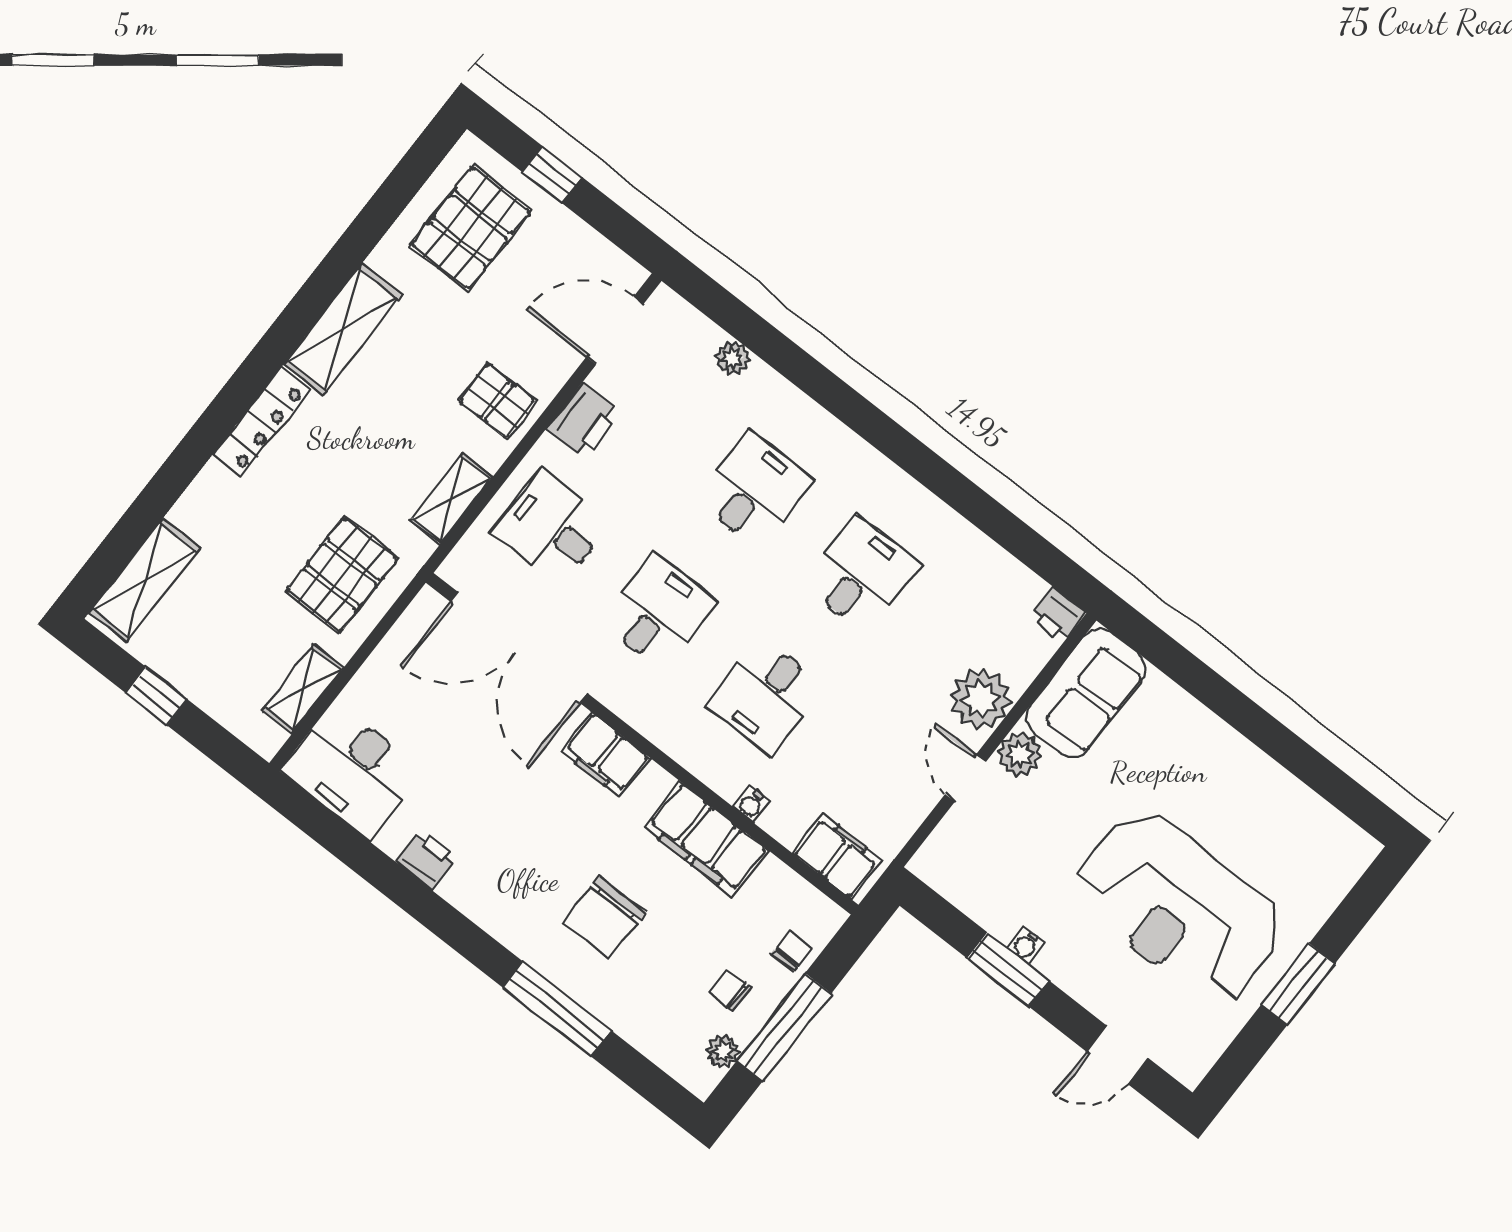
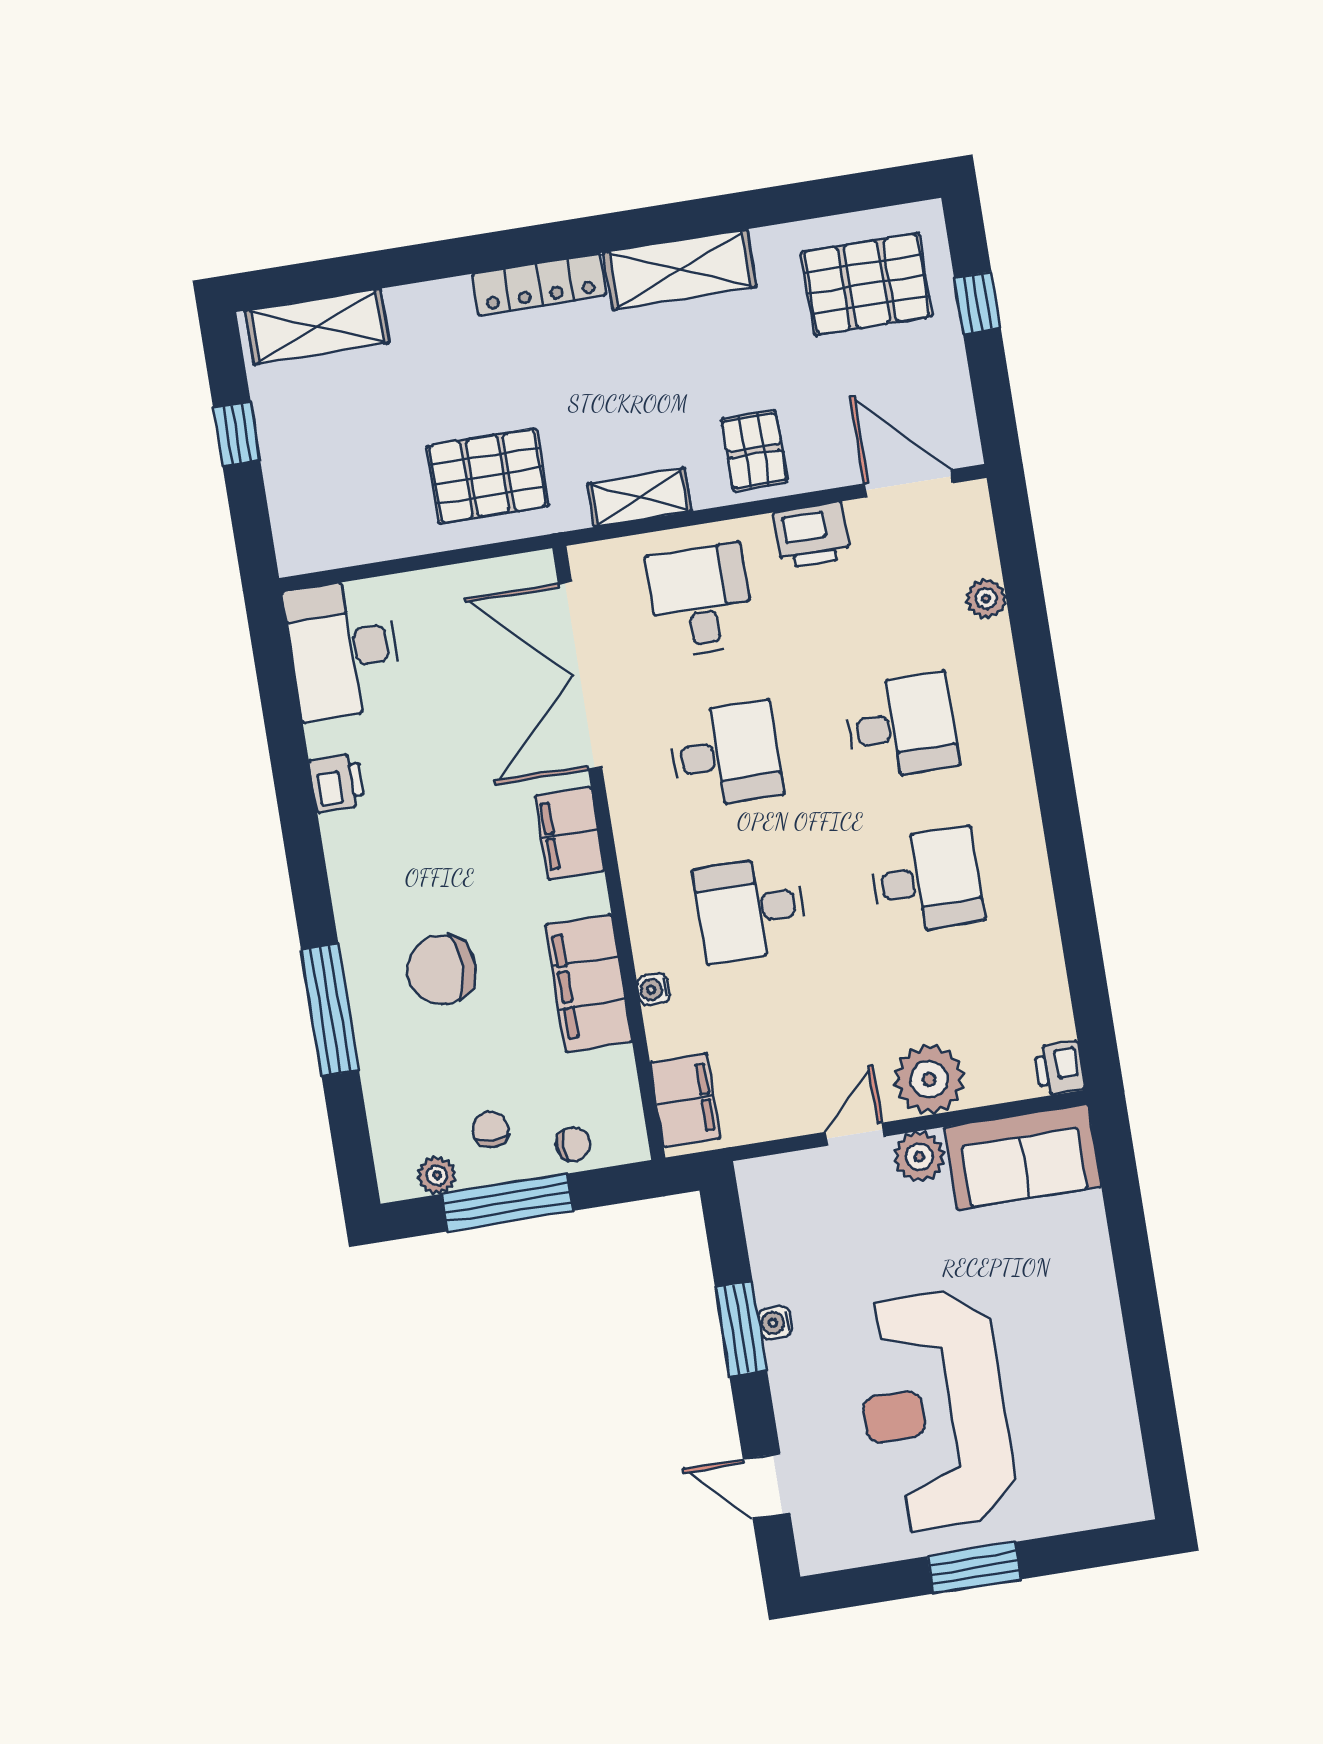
shelving: (303, 689) -> (366, 542), removed

